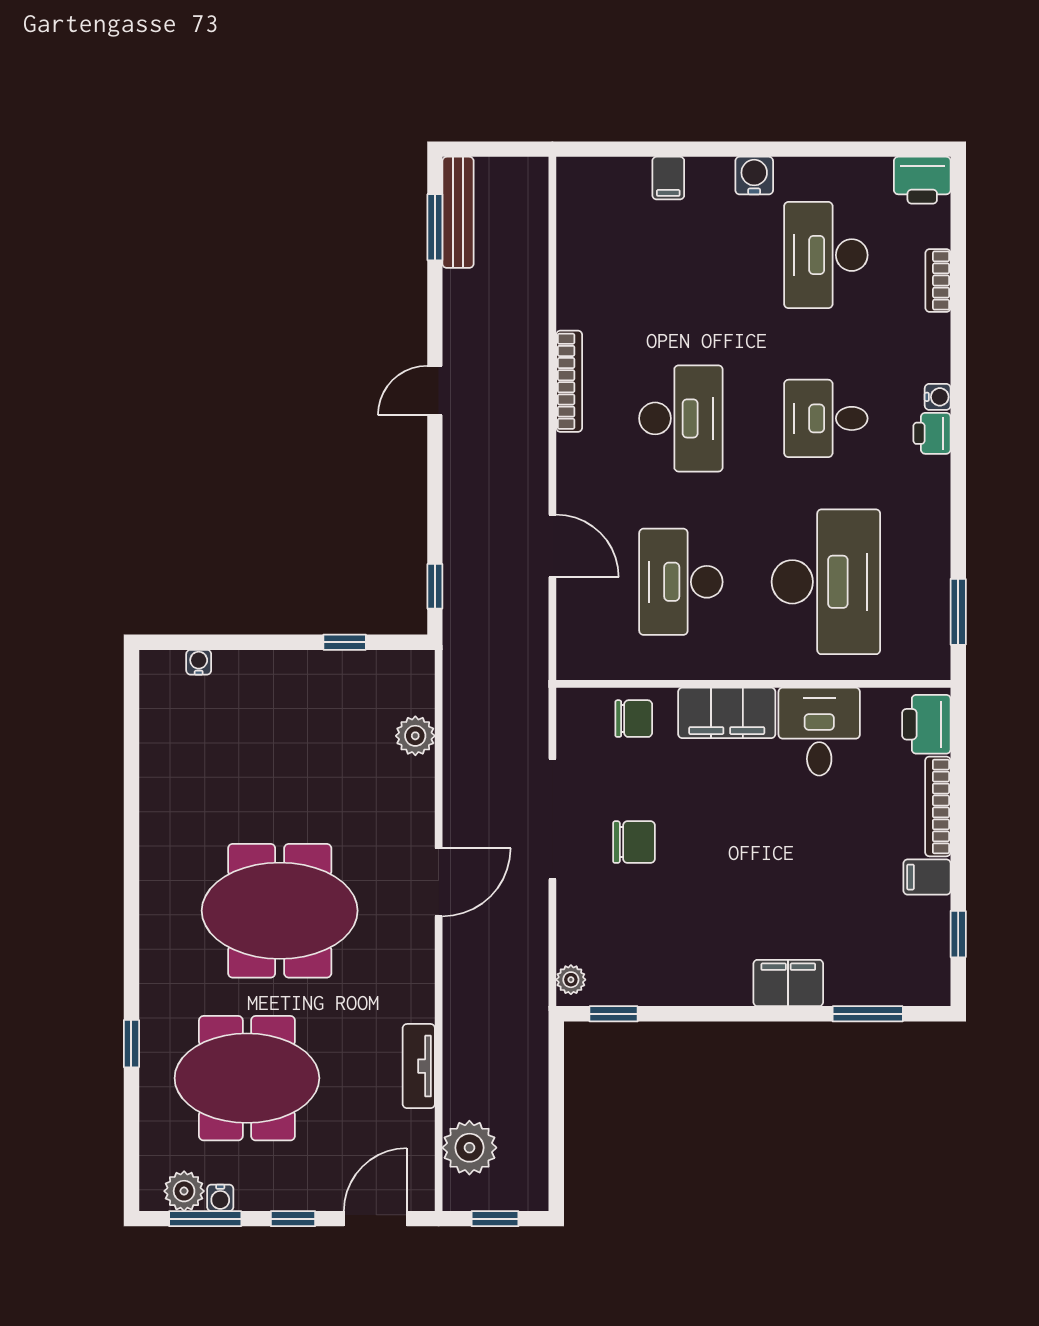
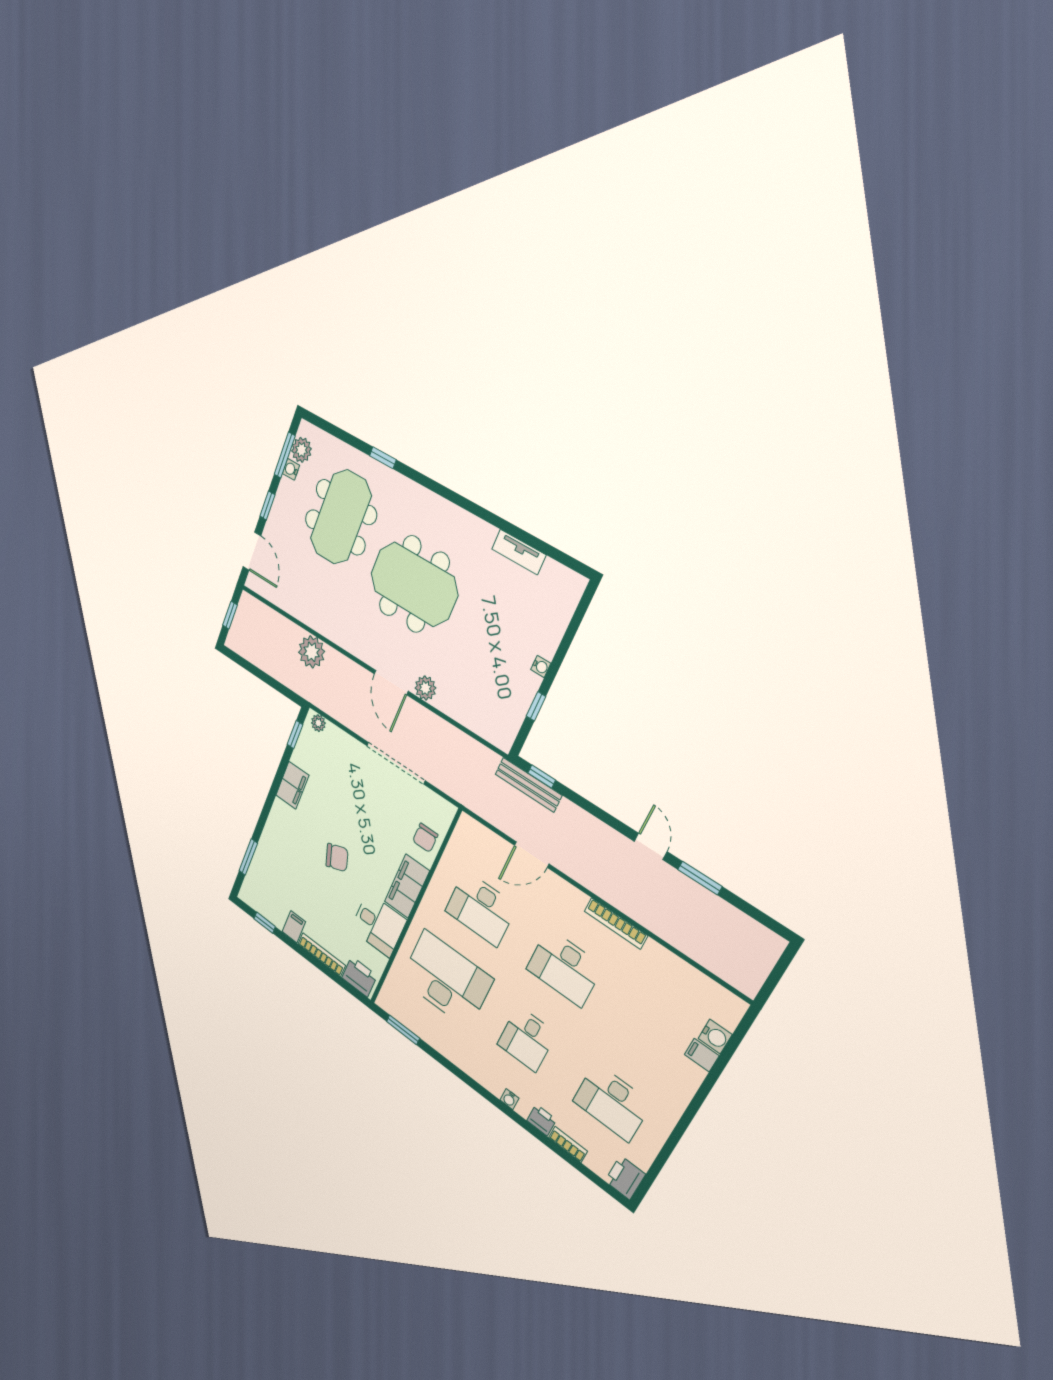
water cooler: (754, 176) -> (715, 1037), moved
bench: (458, 212) -> (528, 785), moved
window: (435, 227) -> (700, 878), moved
desk: (826, 255) -> (612, 1102), turned 180
desk: (826, 418) -> (527, 1039), turned 180
printer: (932, 433) -> (542, 1120), moved
desk: (681, 582) -> (481, 908), turned 180
desk: (826, 582) -> (446, 979), turned 180
water cooler: (199, 662) -> (541, 666), moved
plant: (415, 736) -> (425, 688), moved
chair: (634, 842) -> (337, 858), moved, turned -109
meeting table: (280, 911) -> (414, 584), turned 90
filing cabinet: (788, 983) -> (292, 785), moved
tv unit: (419, 1066) -> (519, 552), moved, turned 180
plant: (469, 1148) -> (312, 652), moved

